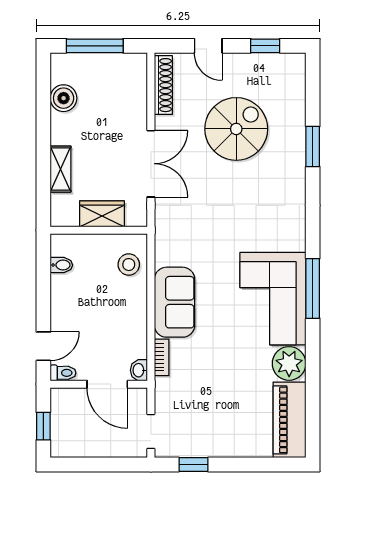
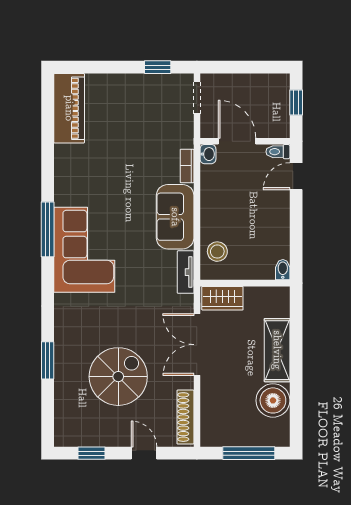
boiler: (64, 98) -> (273, 400), width x1.37, depth x1.37
spiral stairs: (236, 129) -> (118, 377), turned 180
shelving: (61, 169) -> (277, 350), width x1.50, depth x1.33
wardrobe: (102, 214) -> (222, 298), moved
tv unit: (163, 242) -> (186, 272), added
bidet: (61, 265) -> (283, 270), moved, turned 90
corner sofa: (273, 299) -> (84, 250), moved
plant: (289, 363) -> (69, 160), removed

